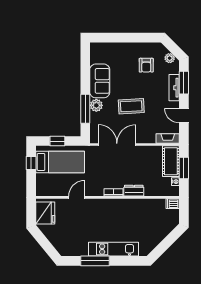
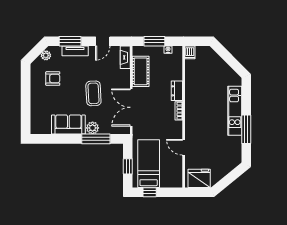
cot: (171, 161) -> (141, 71), moved, turned 90

